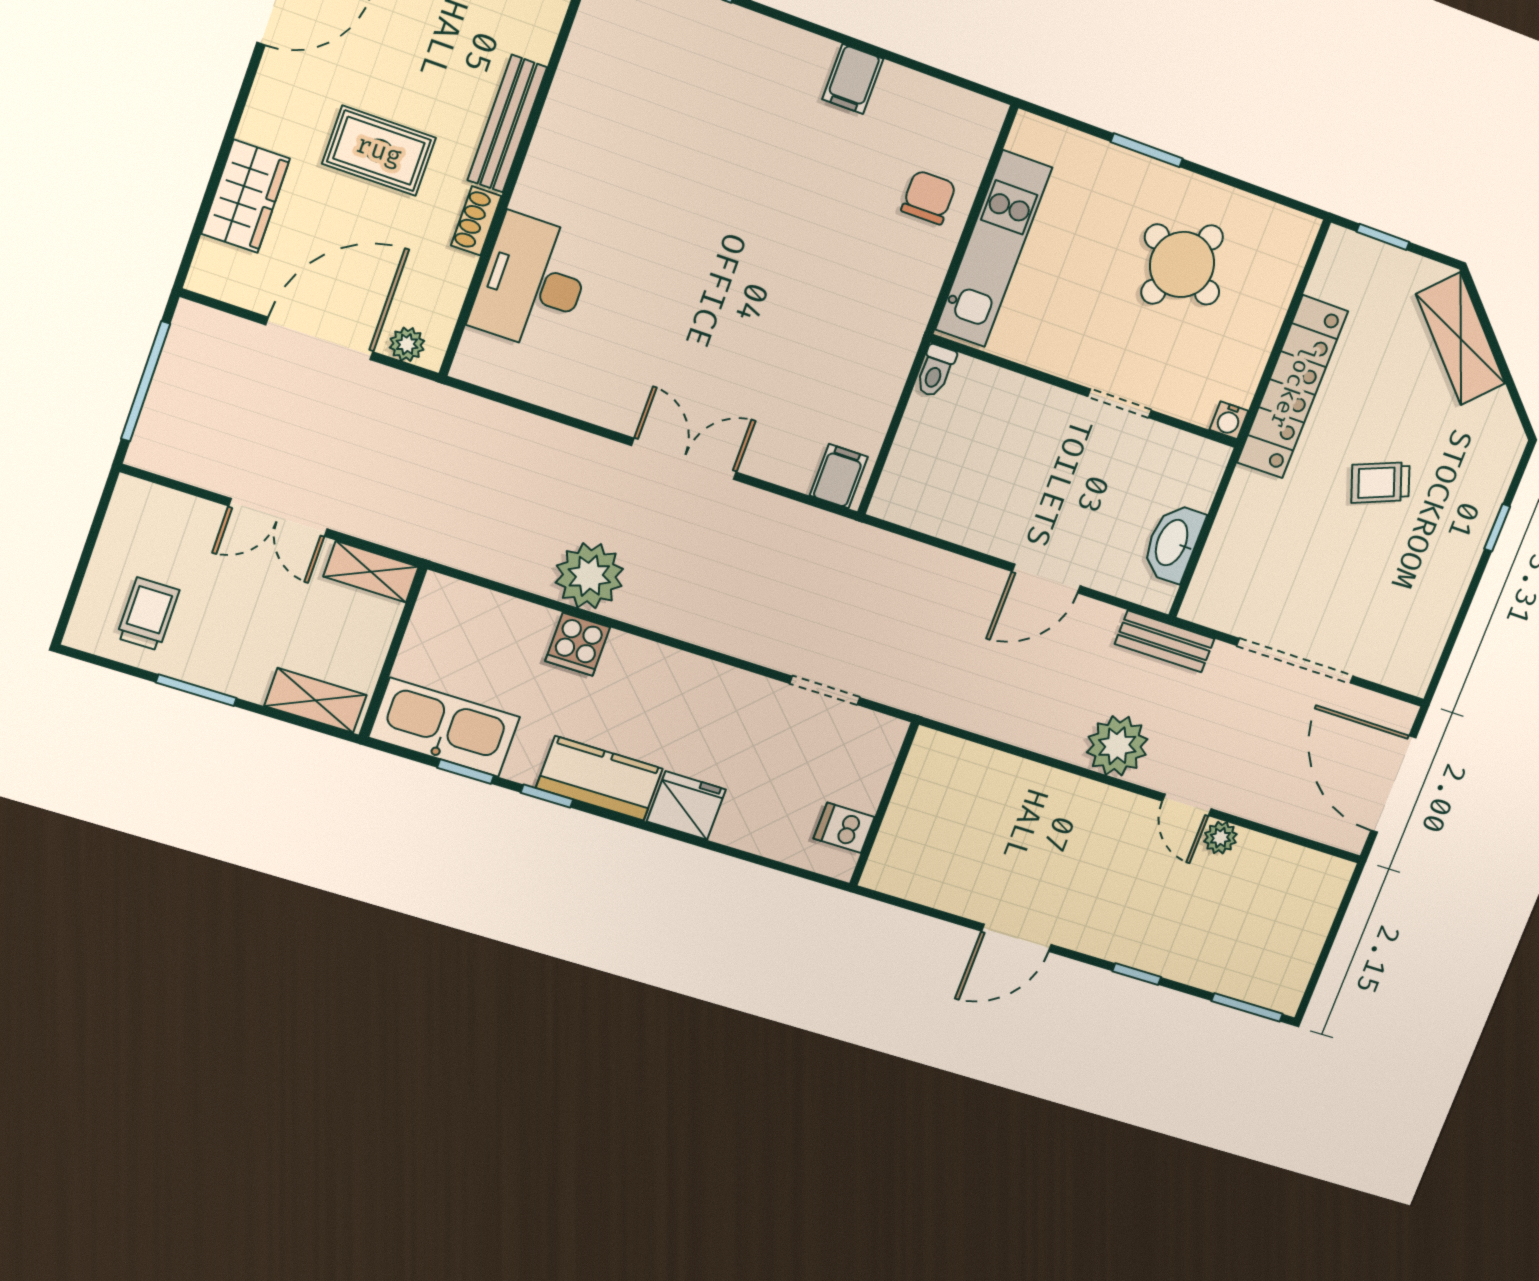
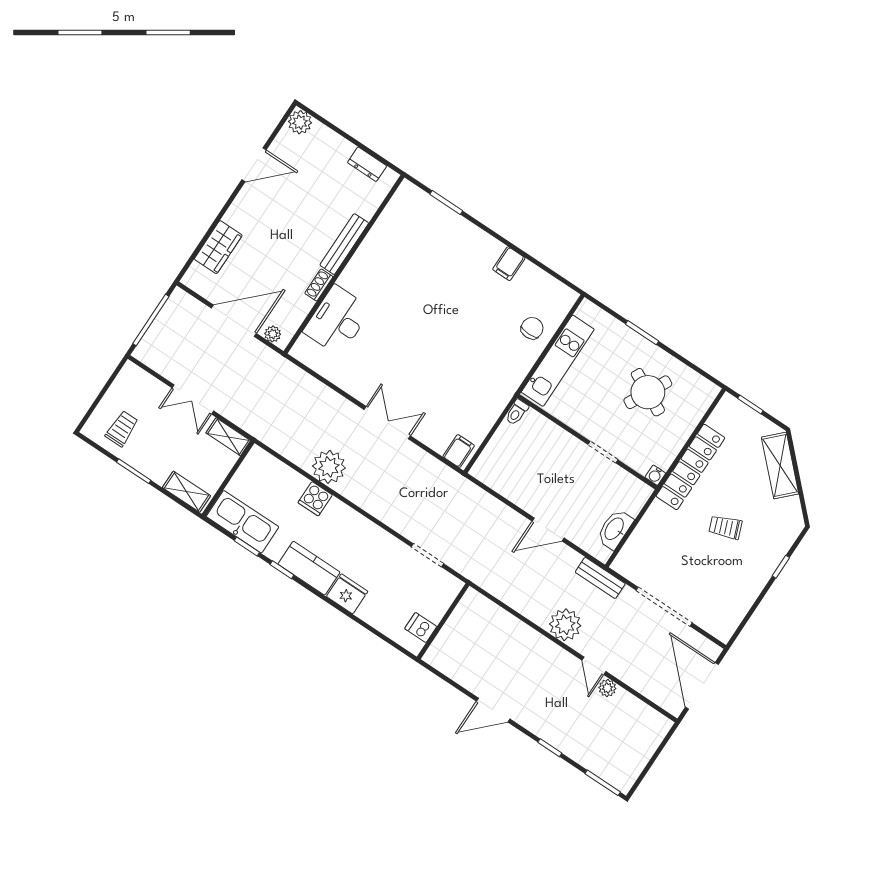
rug: (379, 151) -> (283, 242), removed

